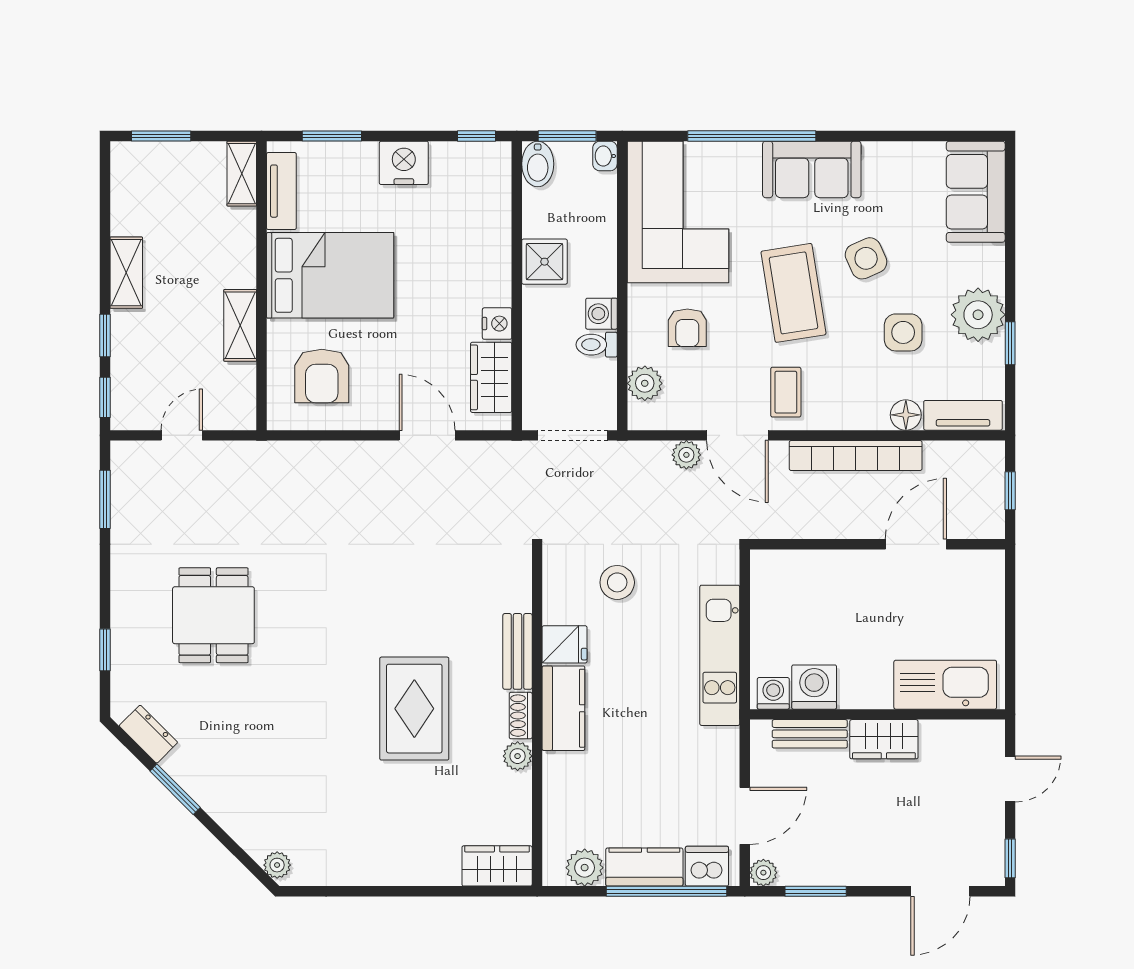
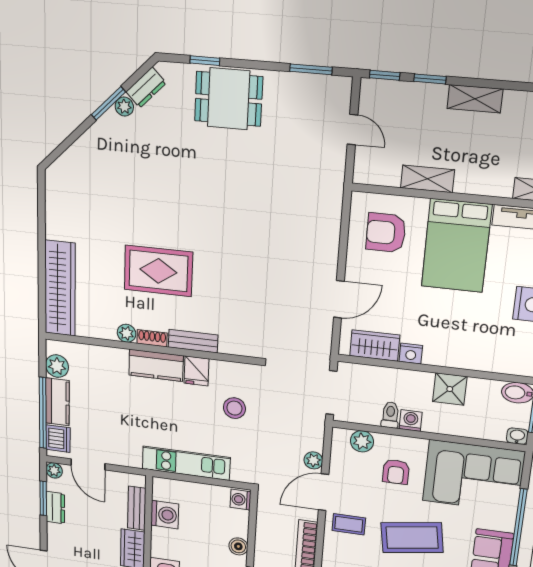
armchair: (687, 328) -> (396, 472), turned -90
boiler: (852, 565) -> (238, 546), added
dining table: (213, 615) -> (229, 99), moved
washing machine: (773, 693) -> (240, 500), moved, turned 180
plant: (277, 865) -> (124, 107), moved
wardrobe: (497, 866) -> (60, 288), width x2.10, depth x1.17
dresser: (829, 871) -> (55, 508), added

